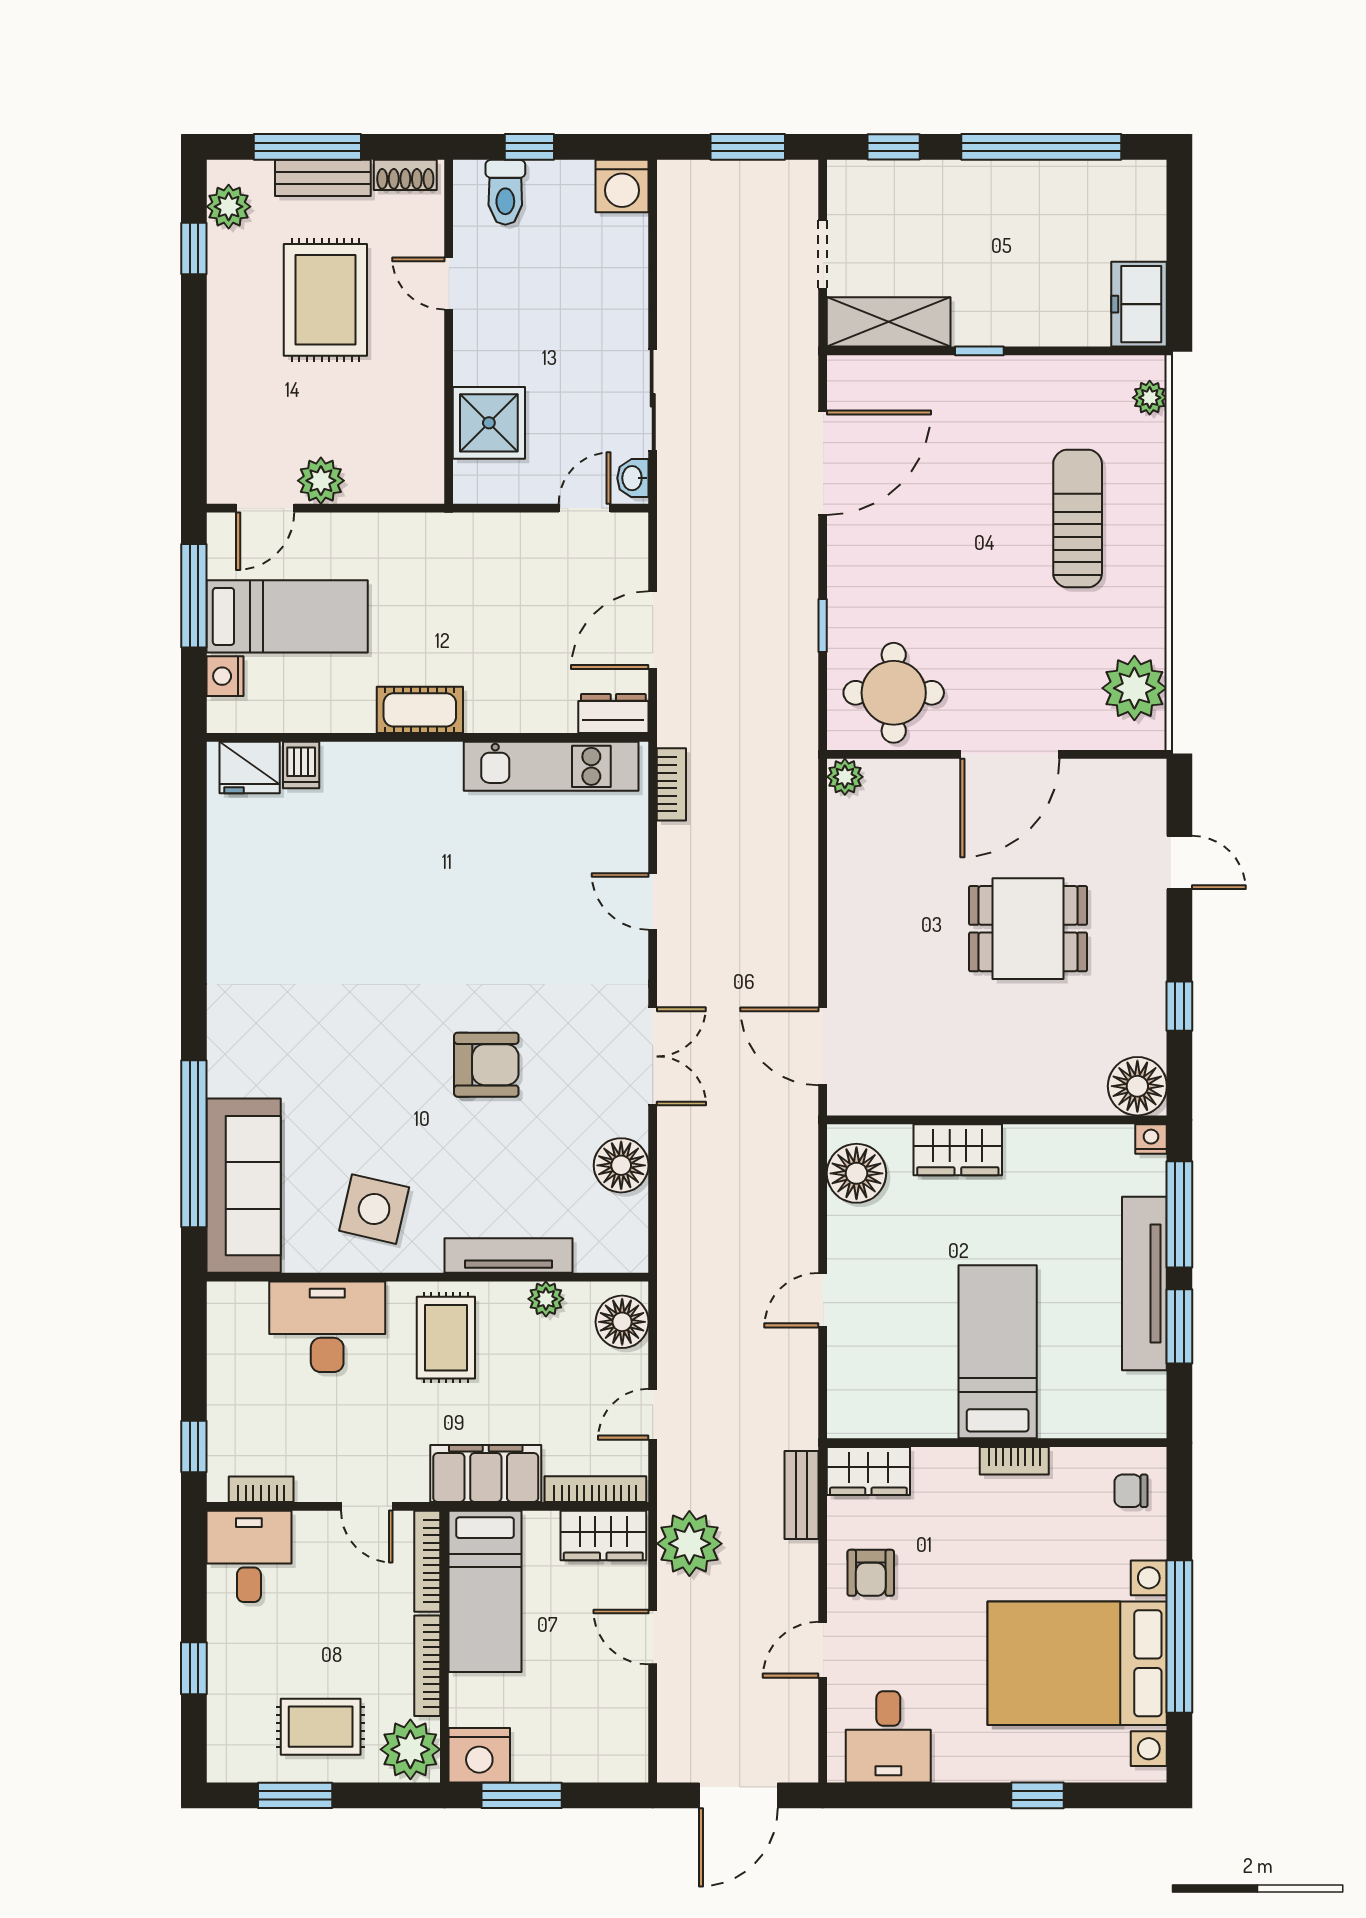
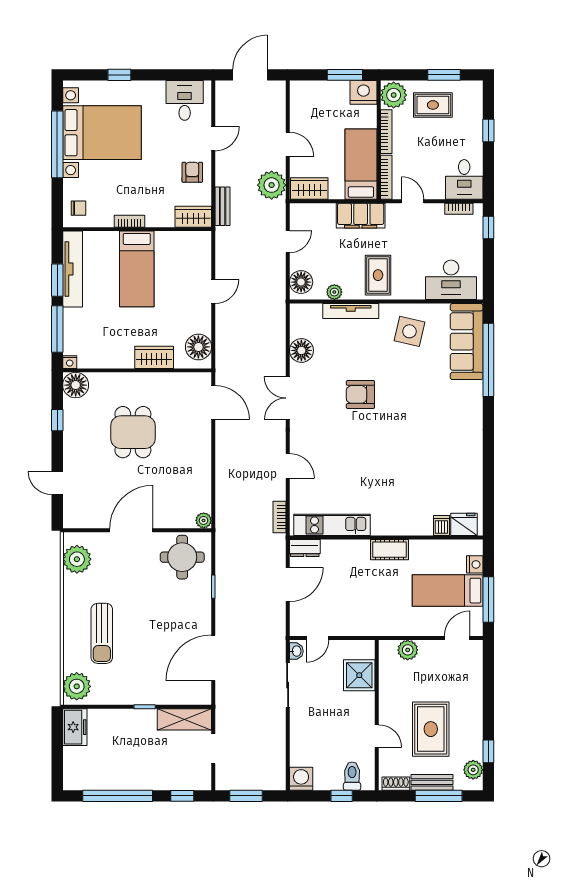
plant: (1150, 398) -> (77, 686), width x1.88, depth x1.88
plant: (321, 481) -> (408, 650), moved
dining table: (1028, 929) -> (133, 432), moved, turned 90
tv unit: (1144, 1284) -> (73, 269), moved
desk: (327, 1327) -> (451, 280), moved
bookcase: (595, 1489) -> (313, 209), removed

